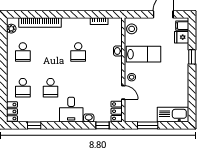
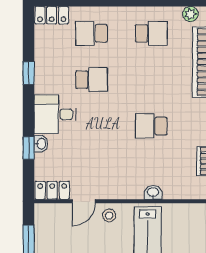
stool: (132, 29) -> (190, 216), removed
school desk: (23, 52) -> (151, 33), turned 180
school desk: (51, 88) -> (92, 80), turned 180
window: (34, 125) -> (29, 73), moved
window: (103, 125) -> (29, 148), moved

